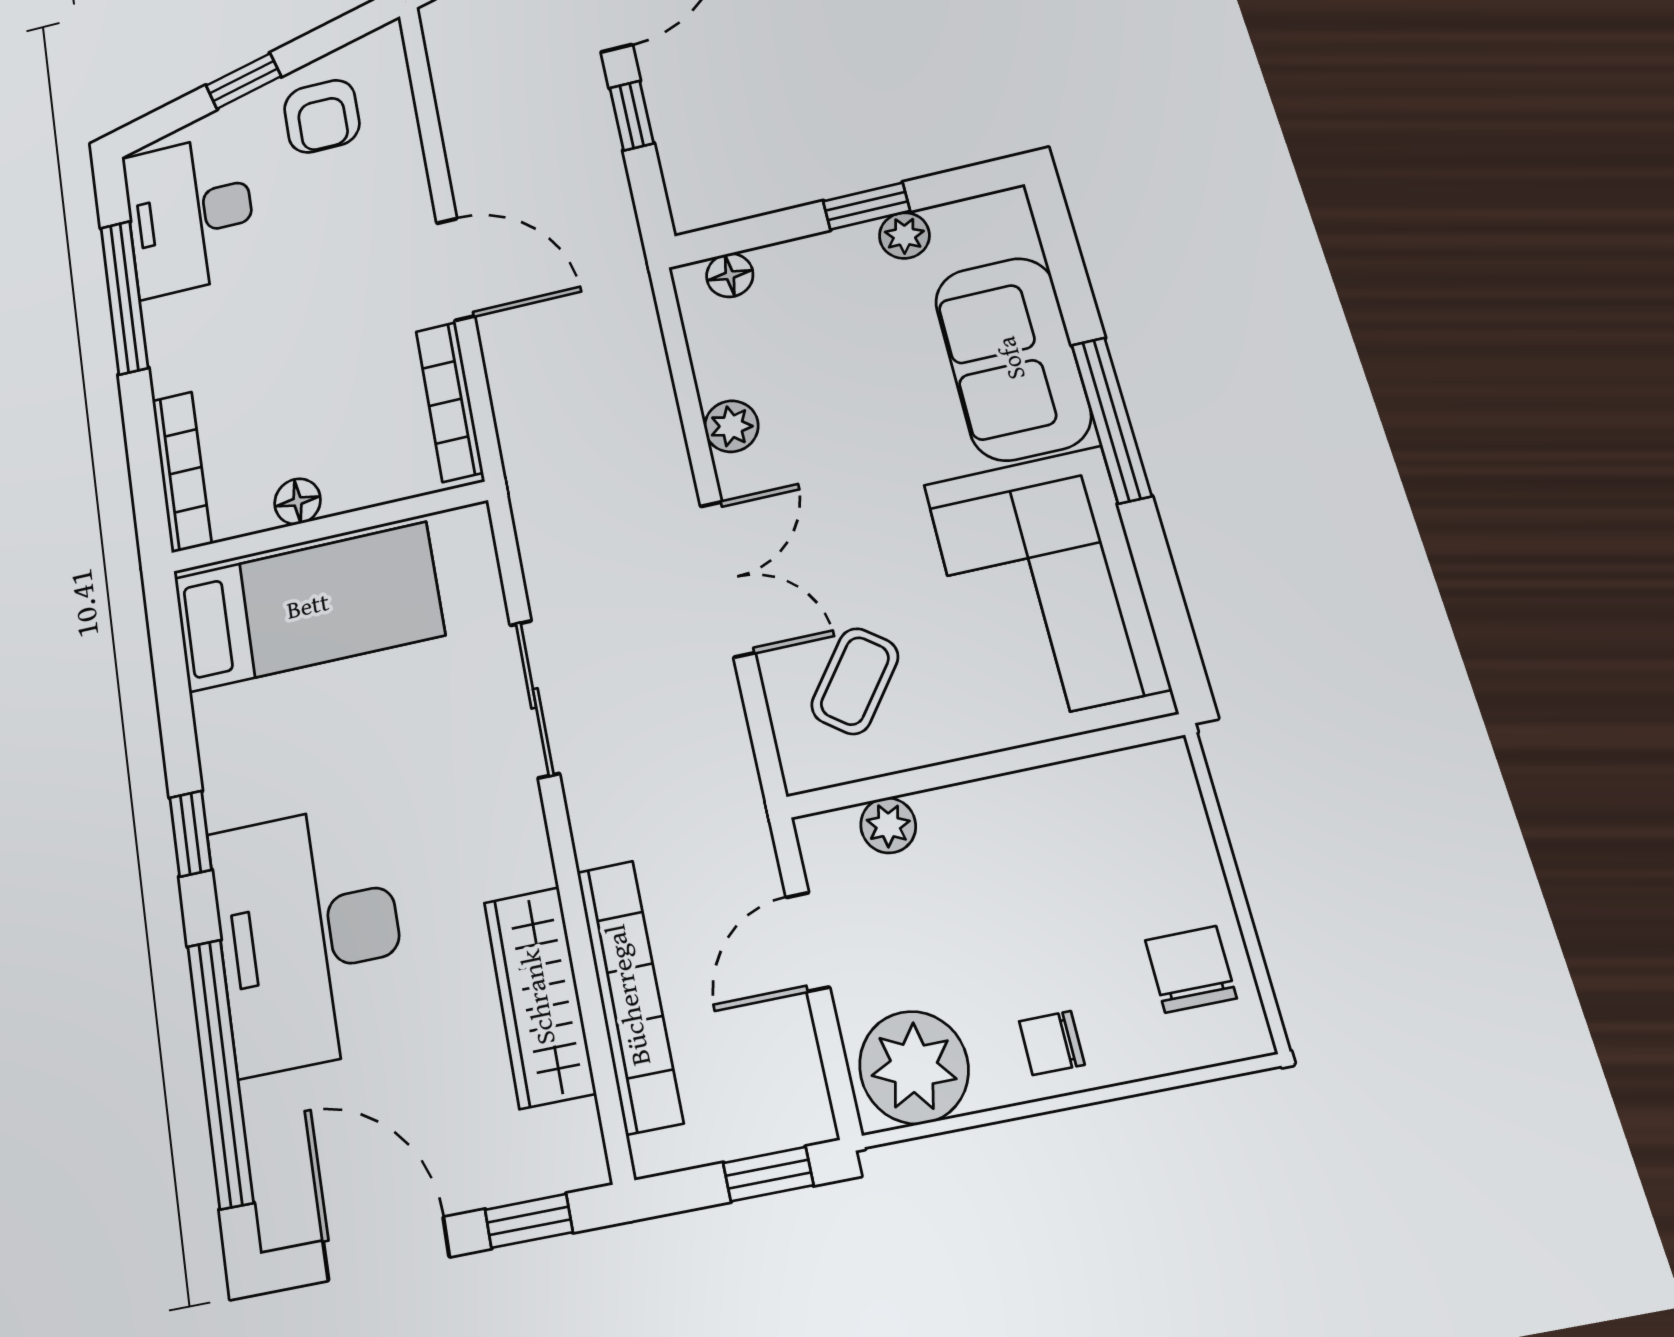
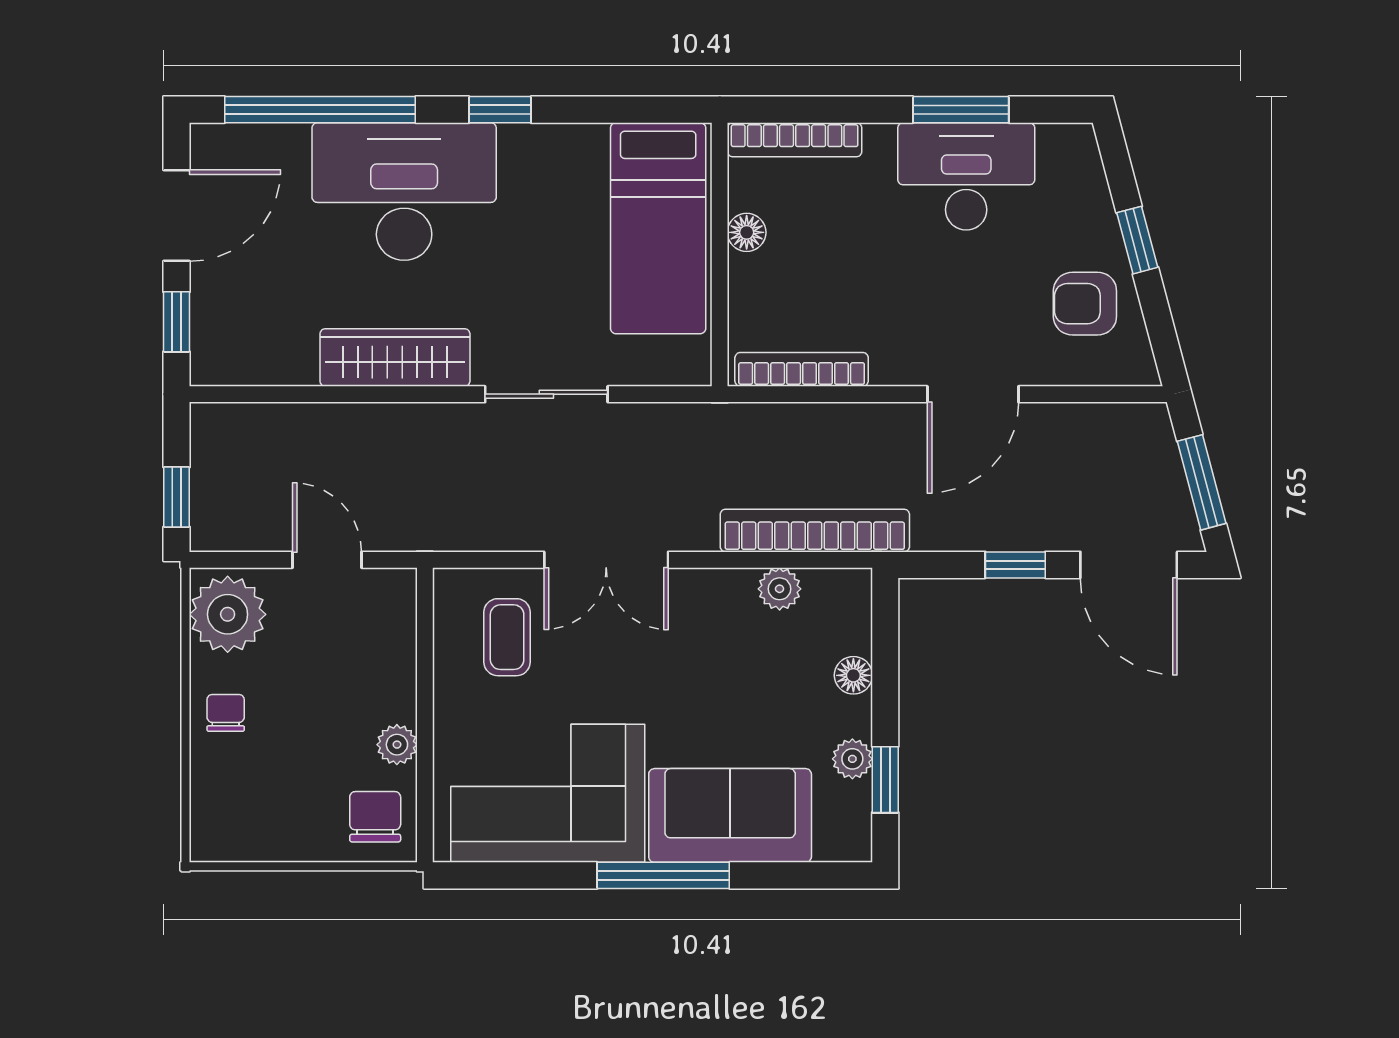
window: (867, 206) -> (885, 780), moved
desk: (190, 215) -> (966, 176), moved
door: (456, 269) -> (973, 394), moved
floor lamp: (730, 275) -> (853, 675), moved
window: (124, 297) -> (961, 110), width x0.69
plant: (731, 426) -> (780, 589), moved
coffee table: (855, 681) -> (507, 637), turned 53
plant: (888, 825) -> (397, 745), moved
chair: (1191, 969) -> (375, 817), moved, turned -90
bookcase: (629, 995) -> (815, 531), moved, turned 180
wardrobe: (539, 997) -> (395, 358), moved

